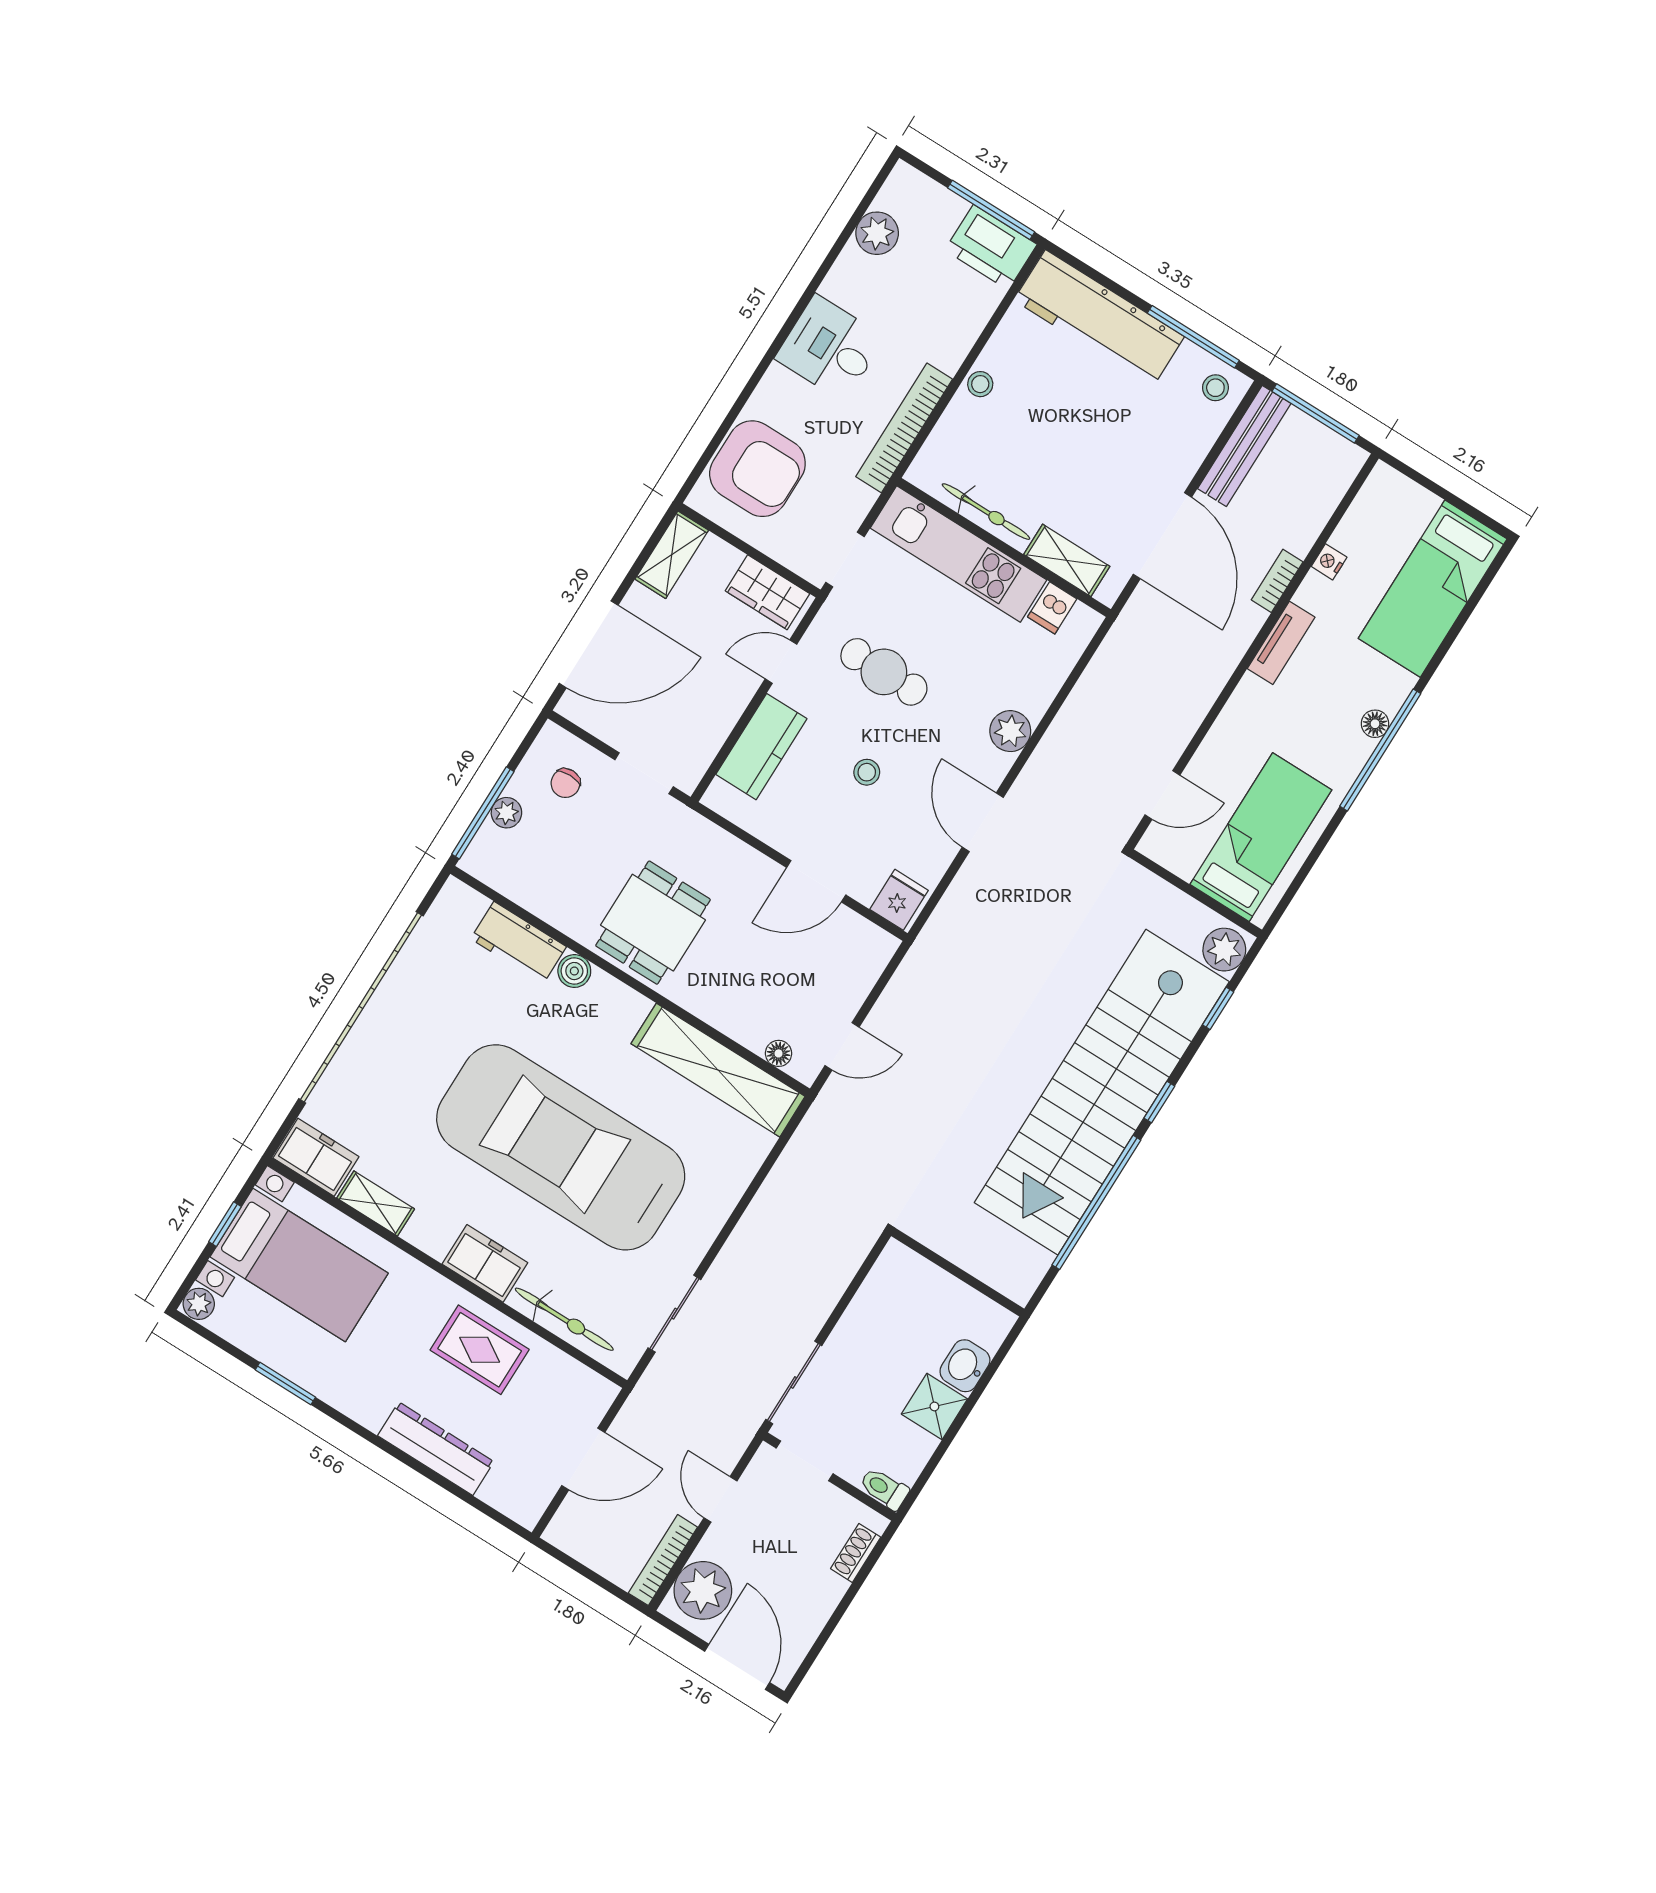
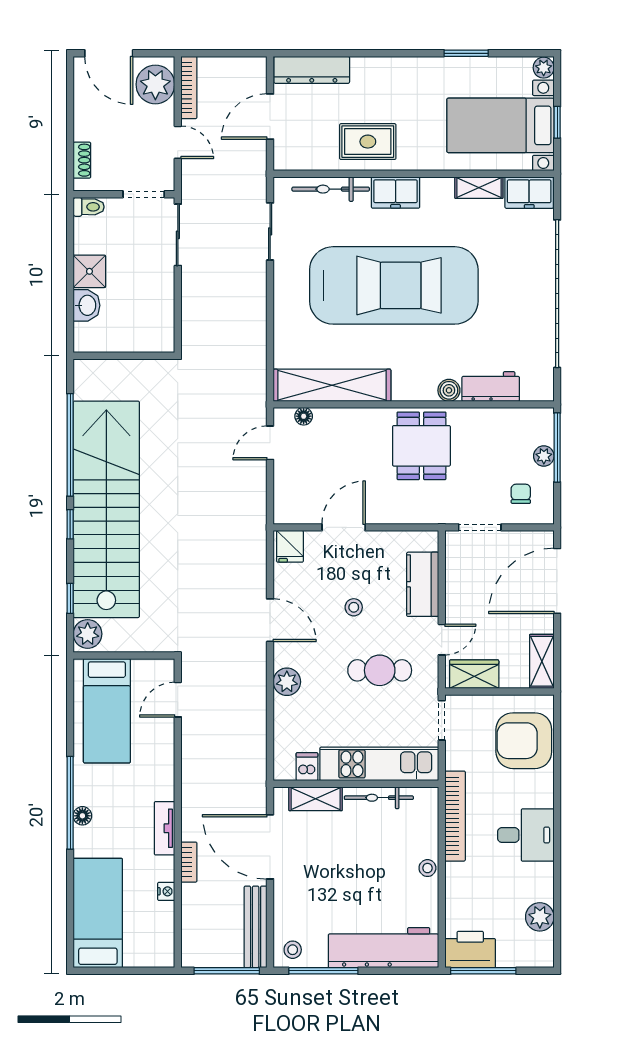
dresser: (436, 1449) -> (312, 70), moved

